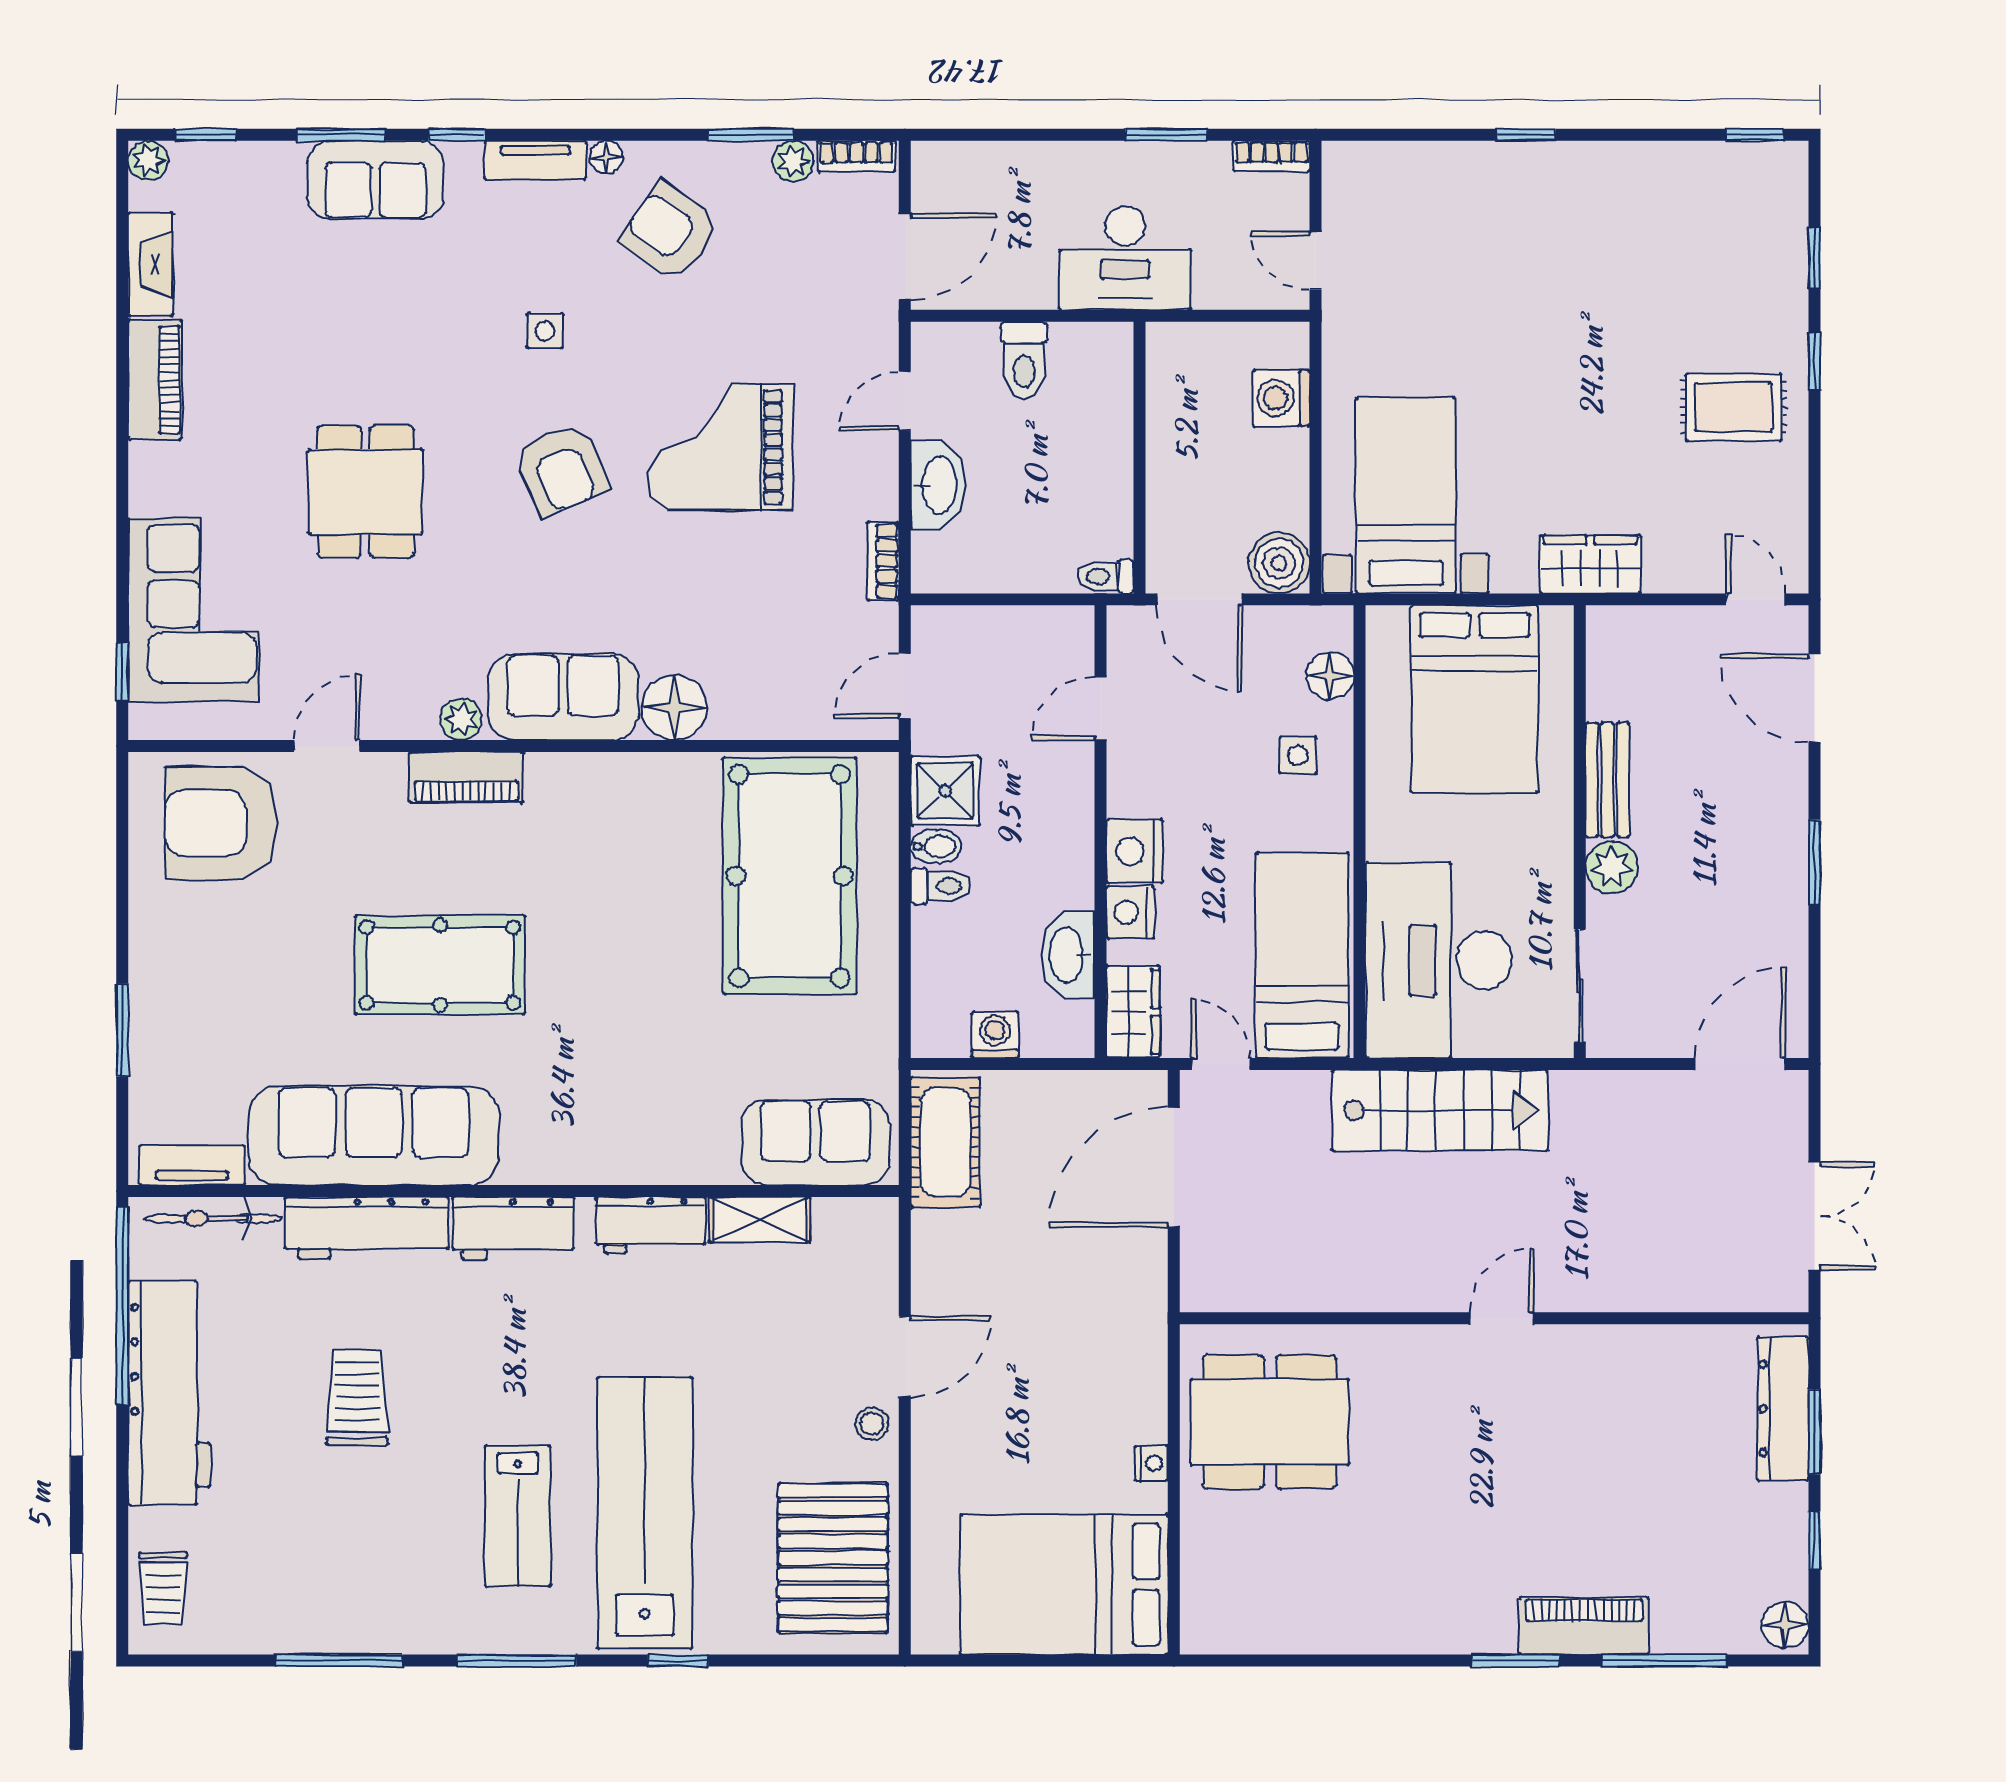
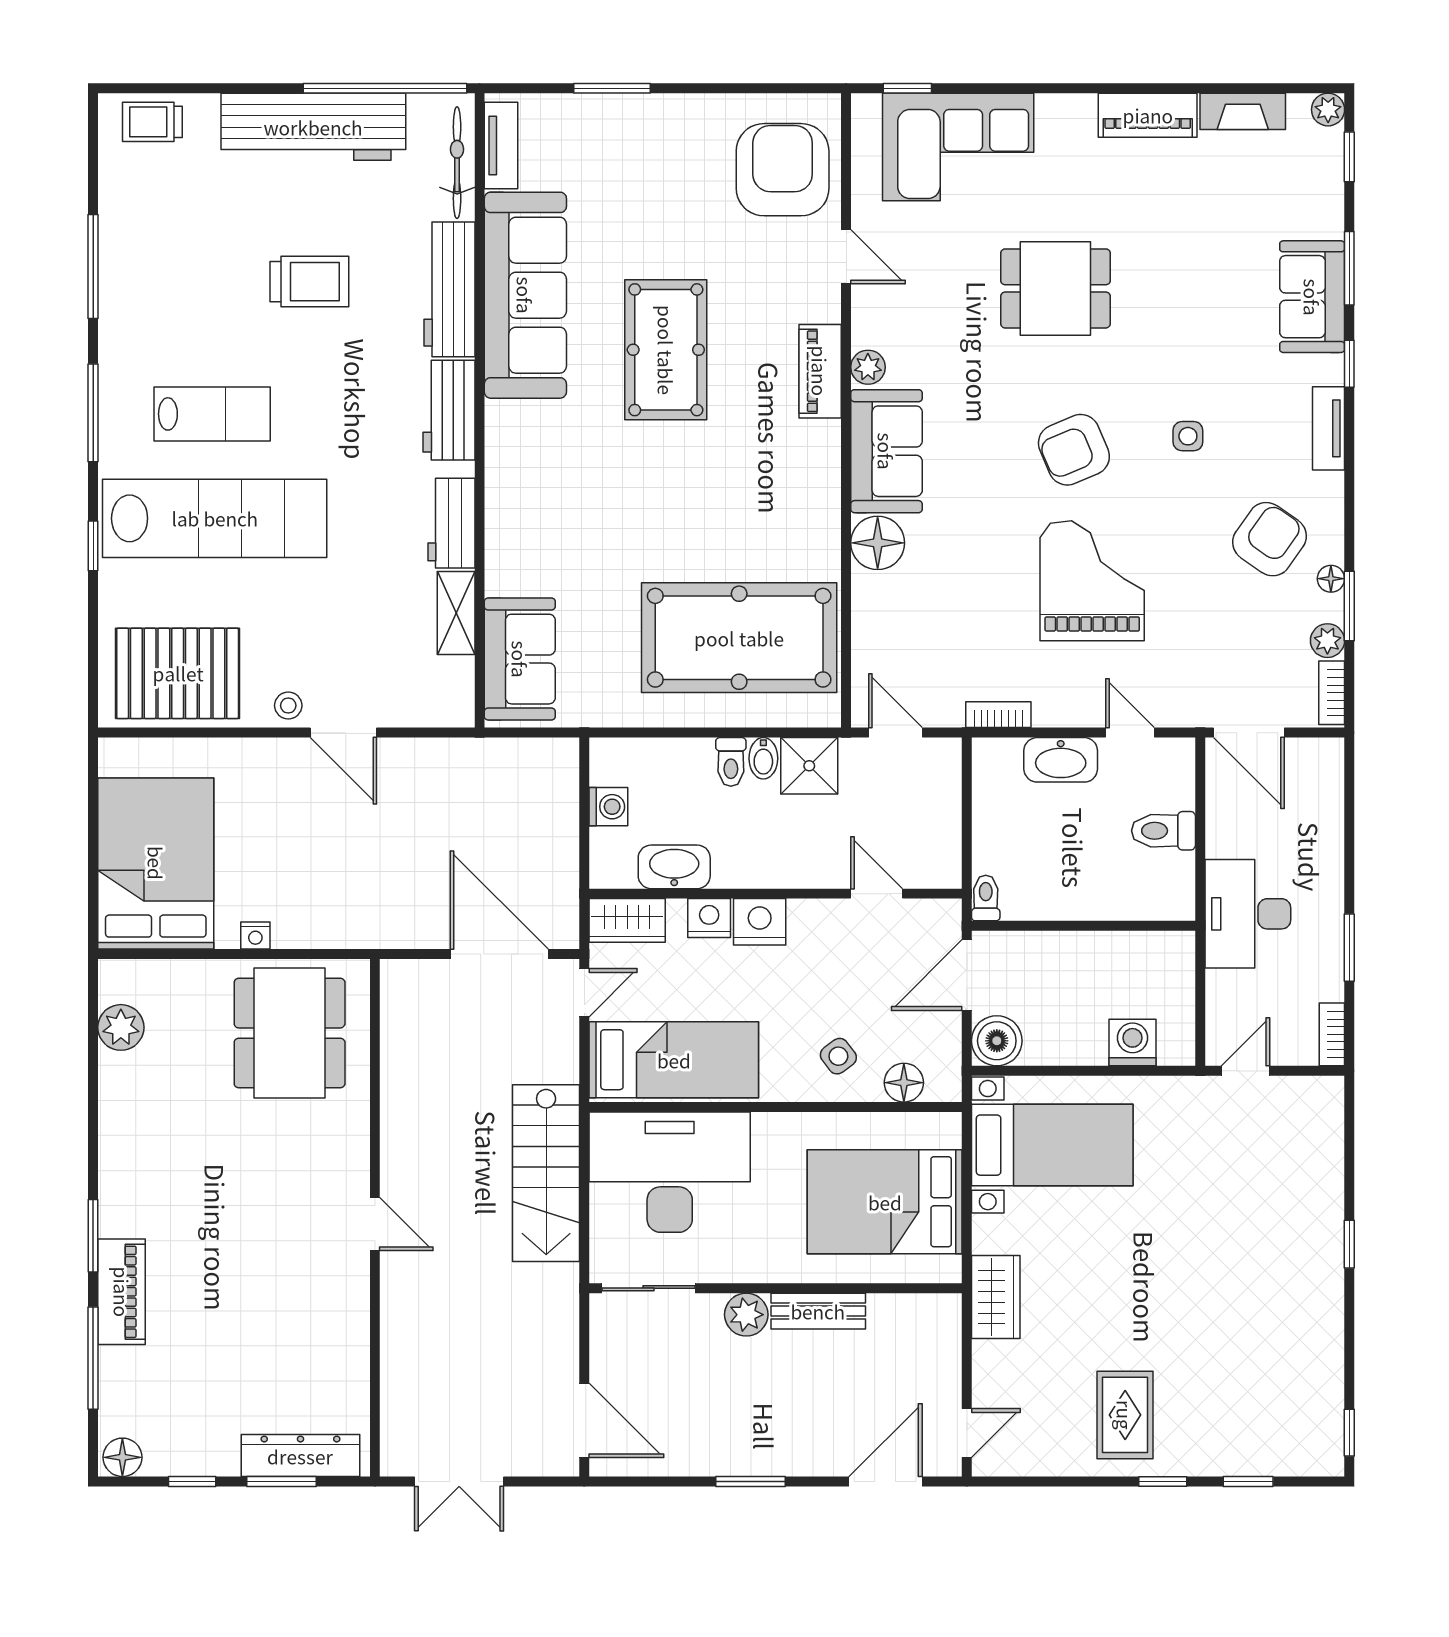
floor lamp: (607, 157) -> (1331, 579), moved
side table: (1298, 755) -> (838, 1056), turned -37
cot: (945, 1142) -> (520, 766), removed
lab bench: (518, 1516) -> (212, 414), turned 180
plant: (1263, 1627) -> (121, 1027), added

